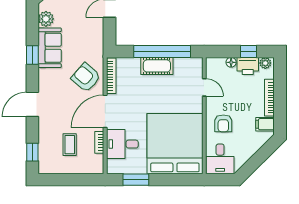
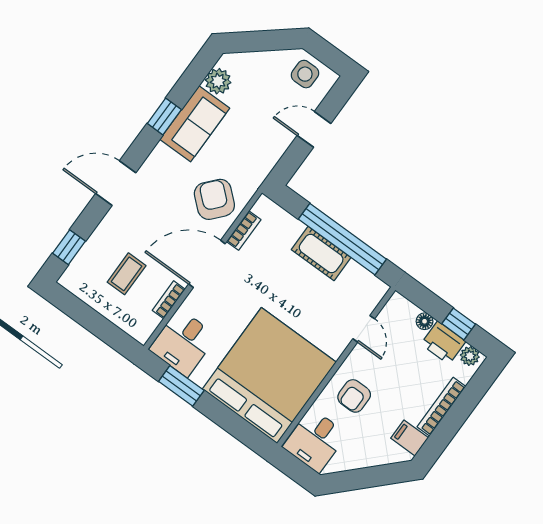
bookcase: (111, 76) -> (244, 231), width x0.64
desk: (122, 144) -> (183, 343), moved, turned -90

